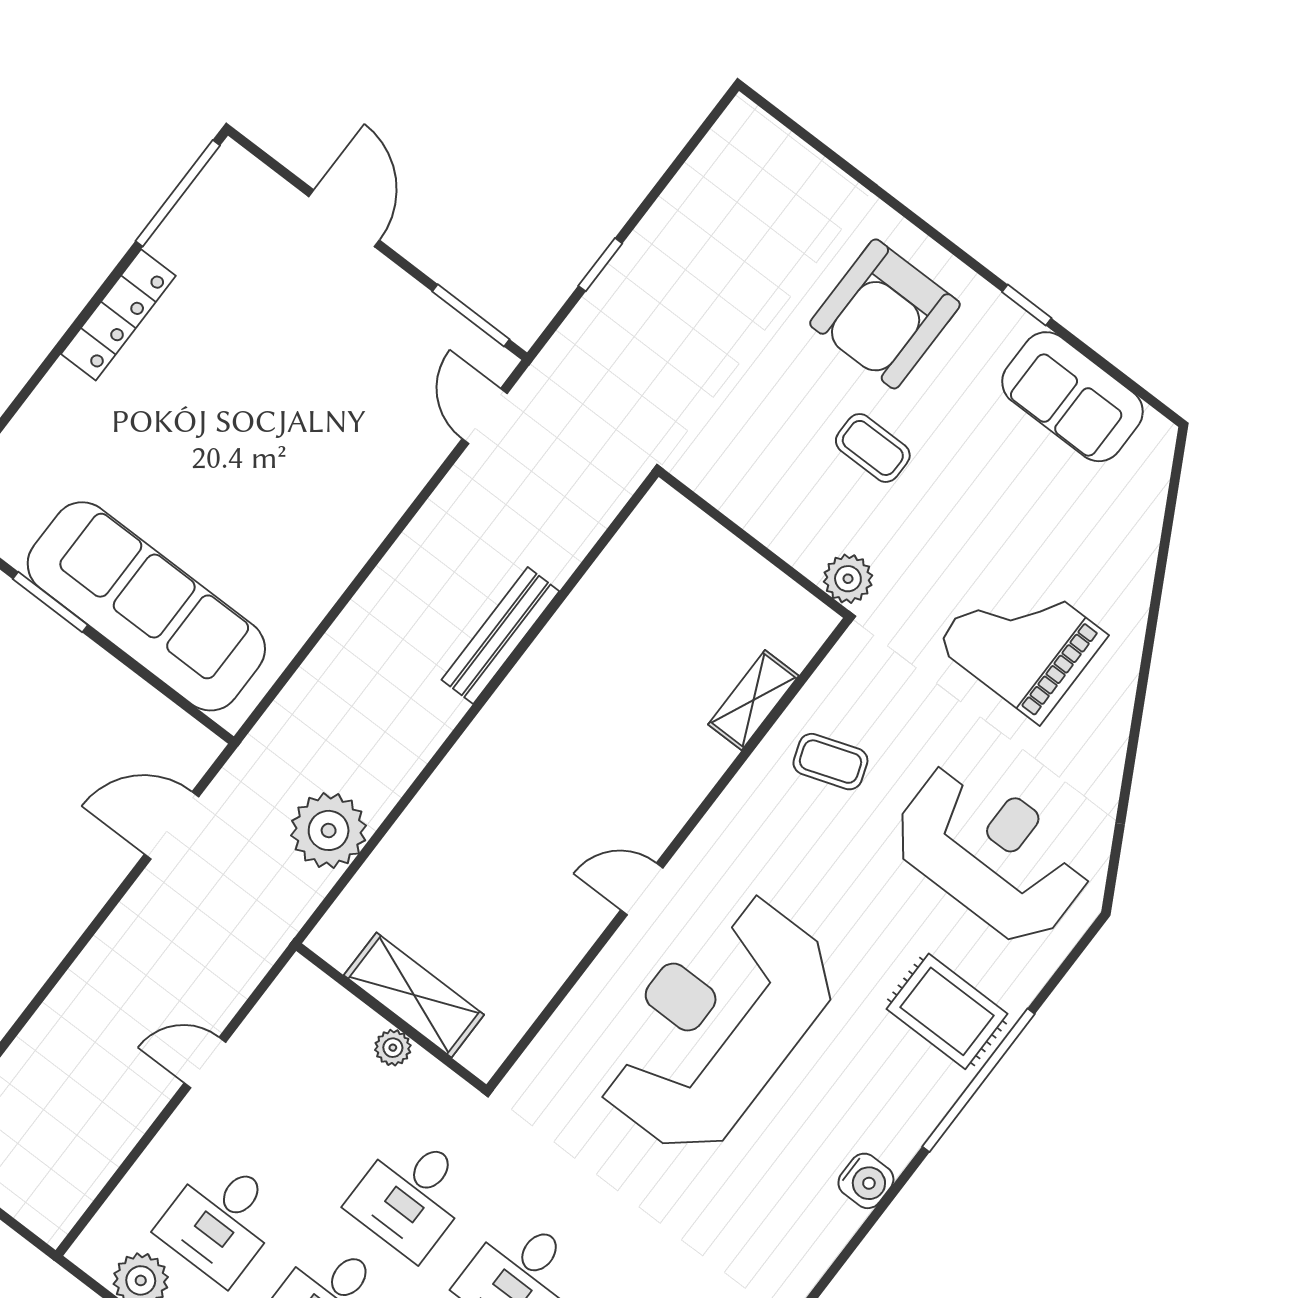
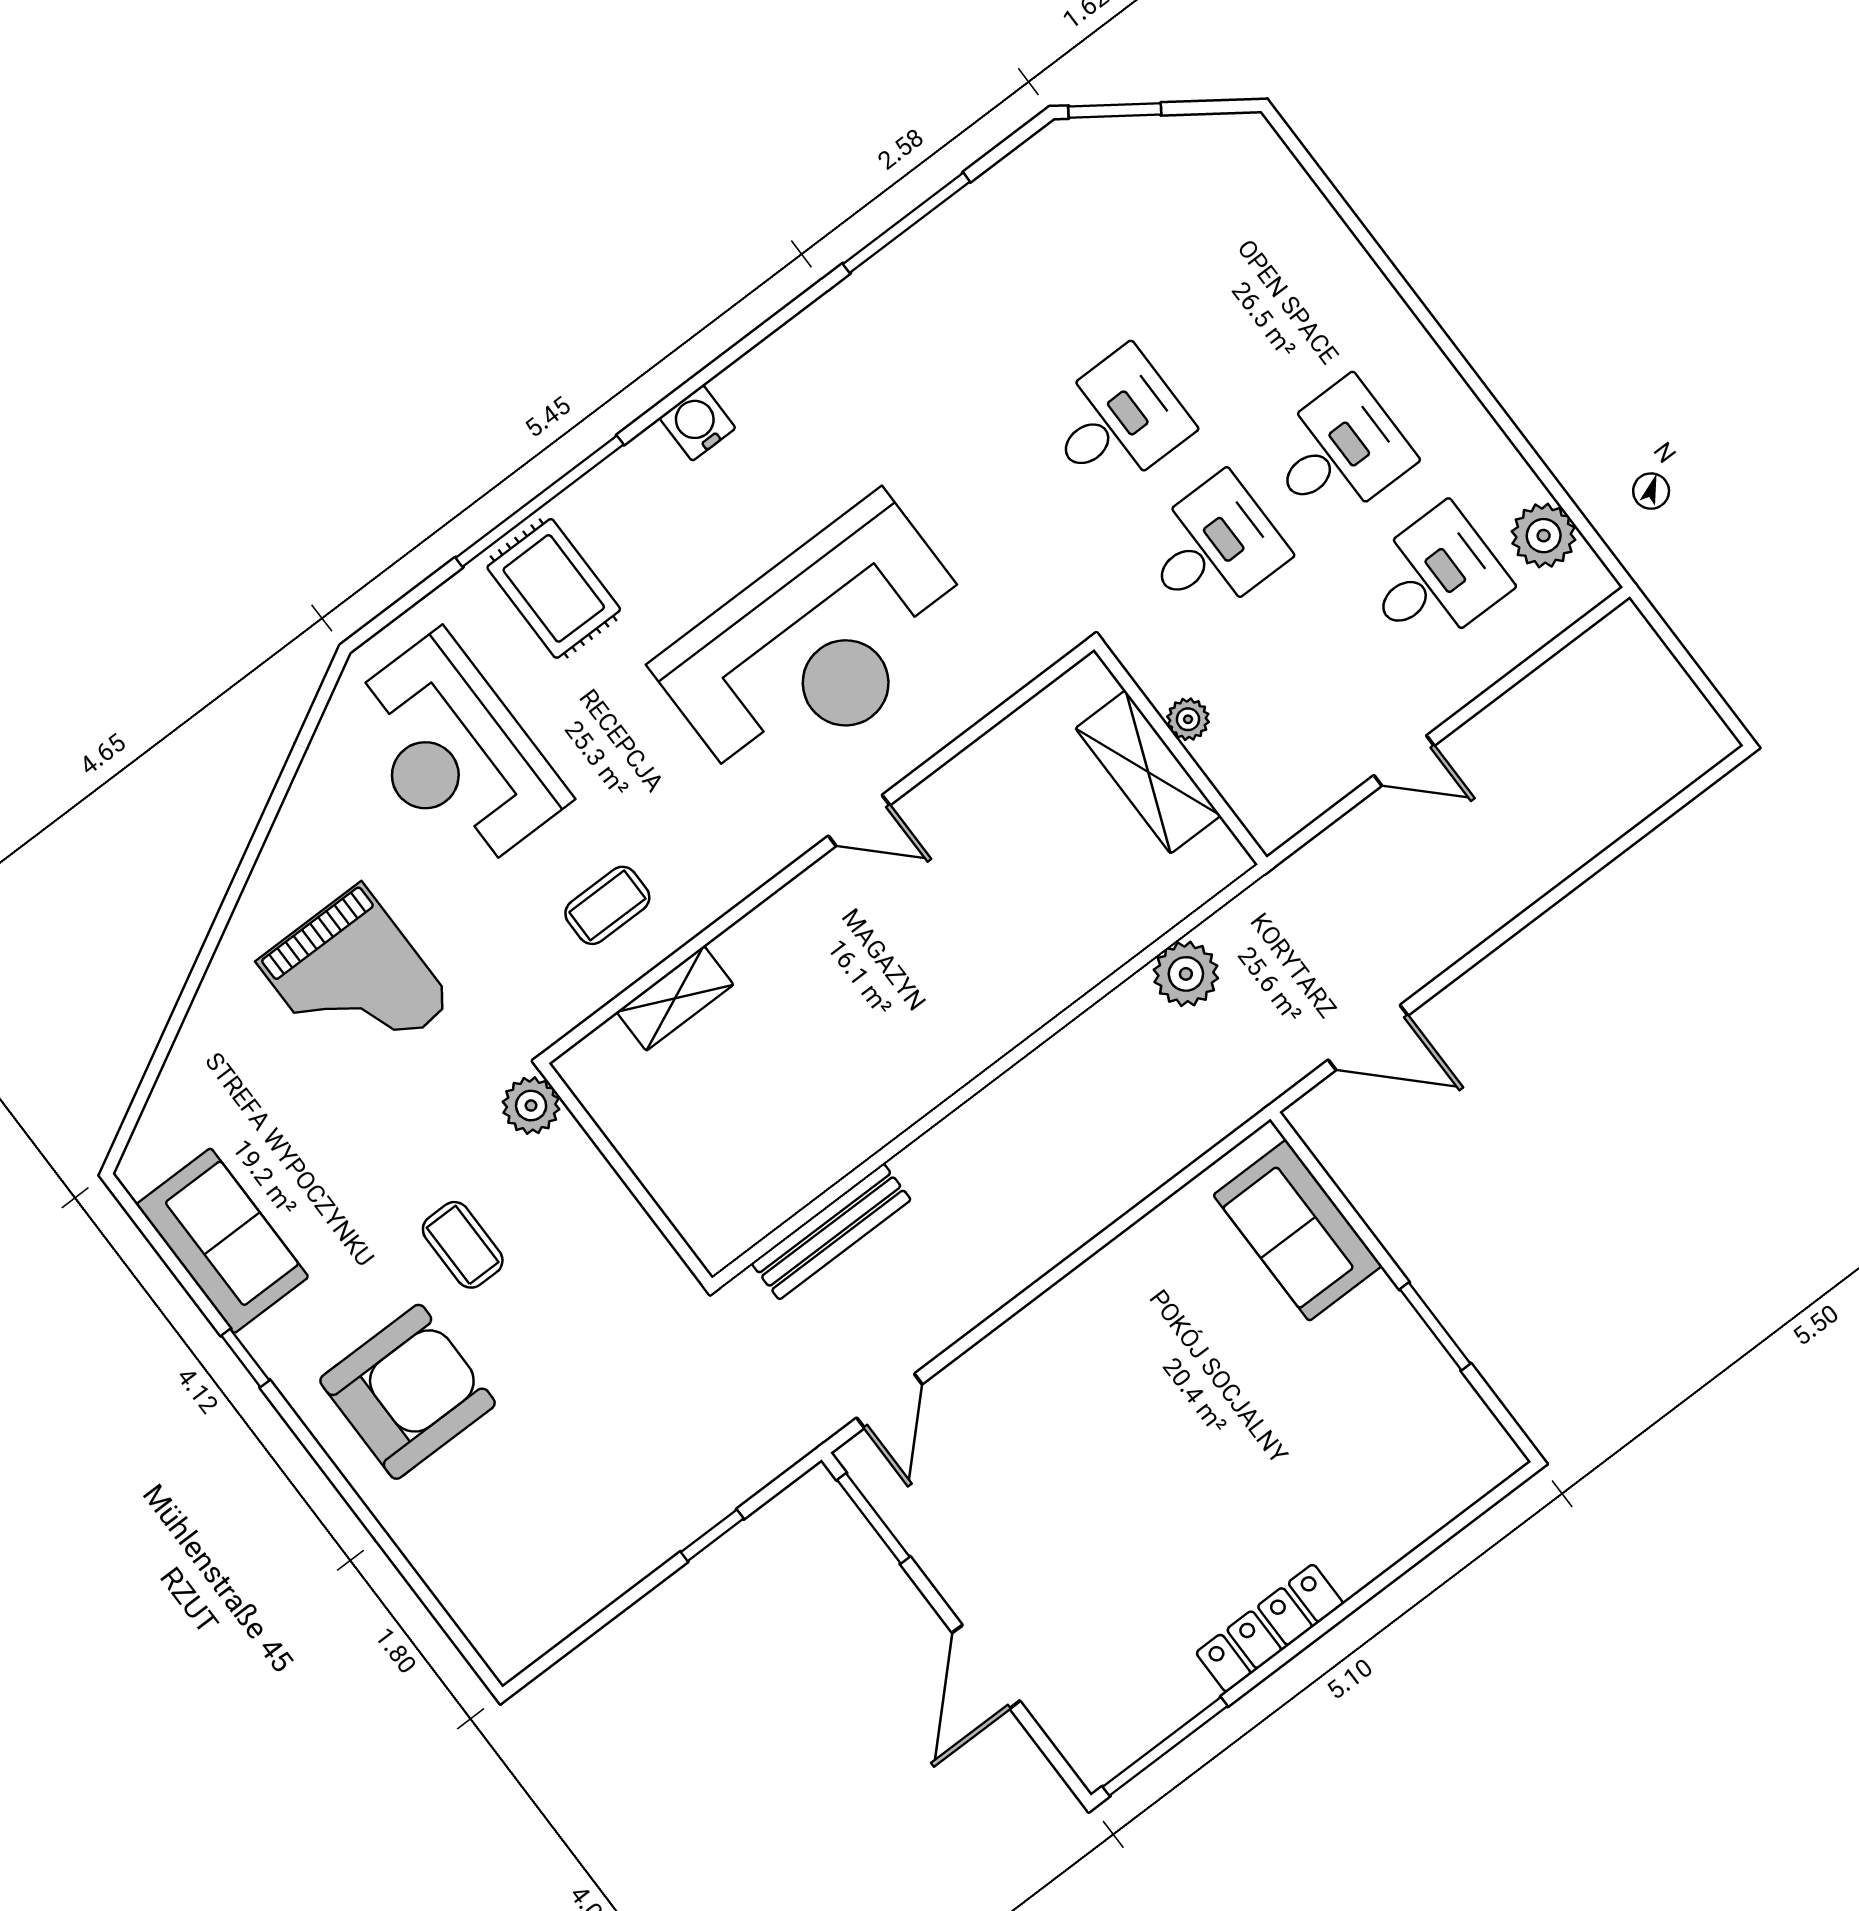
sofa: (146, 606) -> (1298, 1230), width x0.54, depth x0.79
bench: (500, 635) -> (831, 1232), moved
coffee table: (830, 762) -> (607, 905), turned -71
plant: (329, 830) -> (1186, 974), width x0.73, depth x0.73

